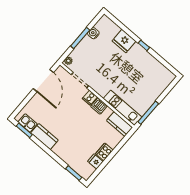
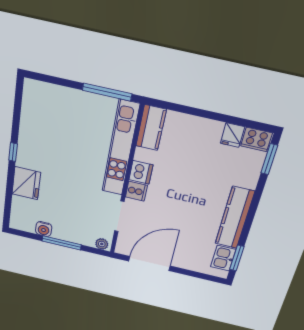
kitchen unit: (123, 108) -> (121, 149), width x1.36
kitchen counter: (44, 137) -> (235, 218), width x1.50
cooker: (104, 152) -> (256, 139), moved

